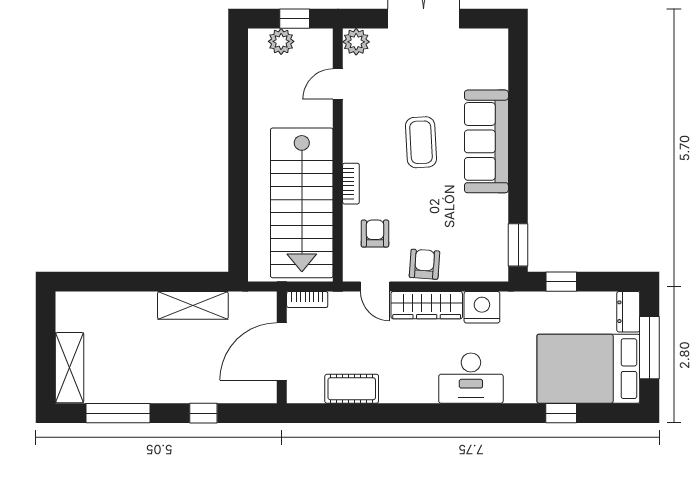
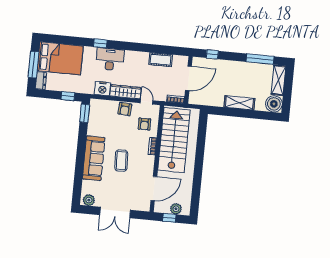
plant: (356, 42) -> (89, 200), moved
door: (338, 84) -> (154, 189), width x1.88
shelving: (193, 305) -> (239, 103), moved
boiler: (75, 311) -> (274, 104), added
window: (203, 413) -> (212, 54), moved
window: (561, 413) -> (100, 43), moved

